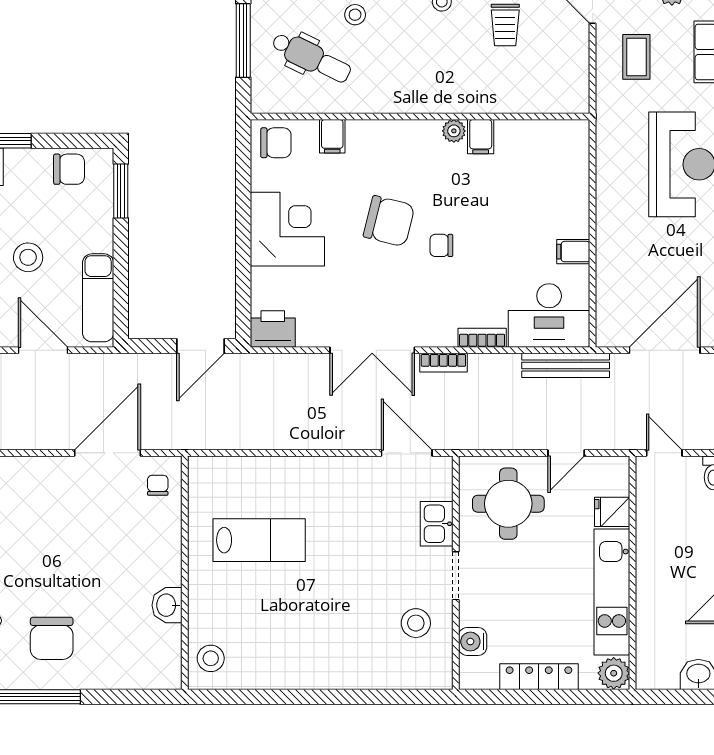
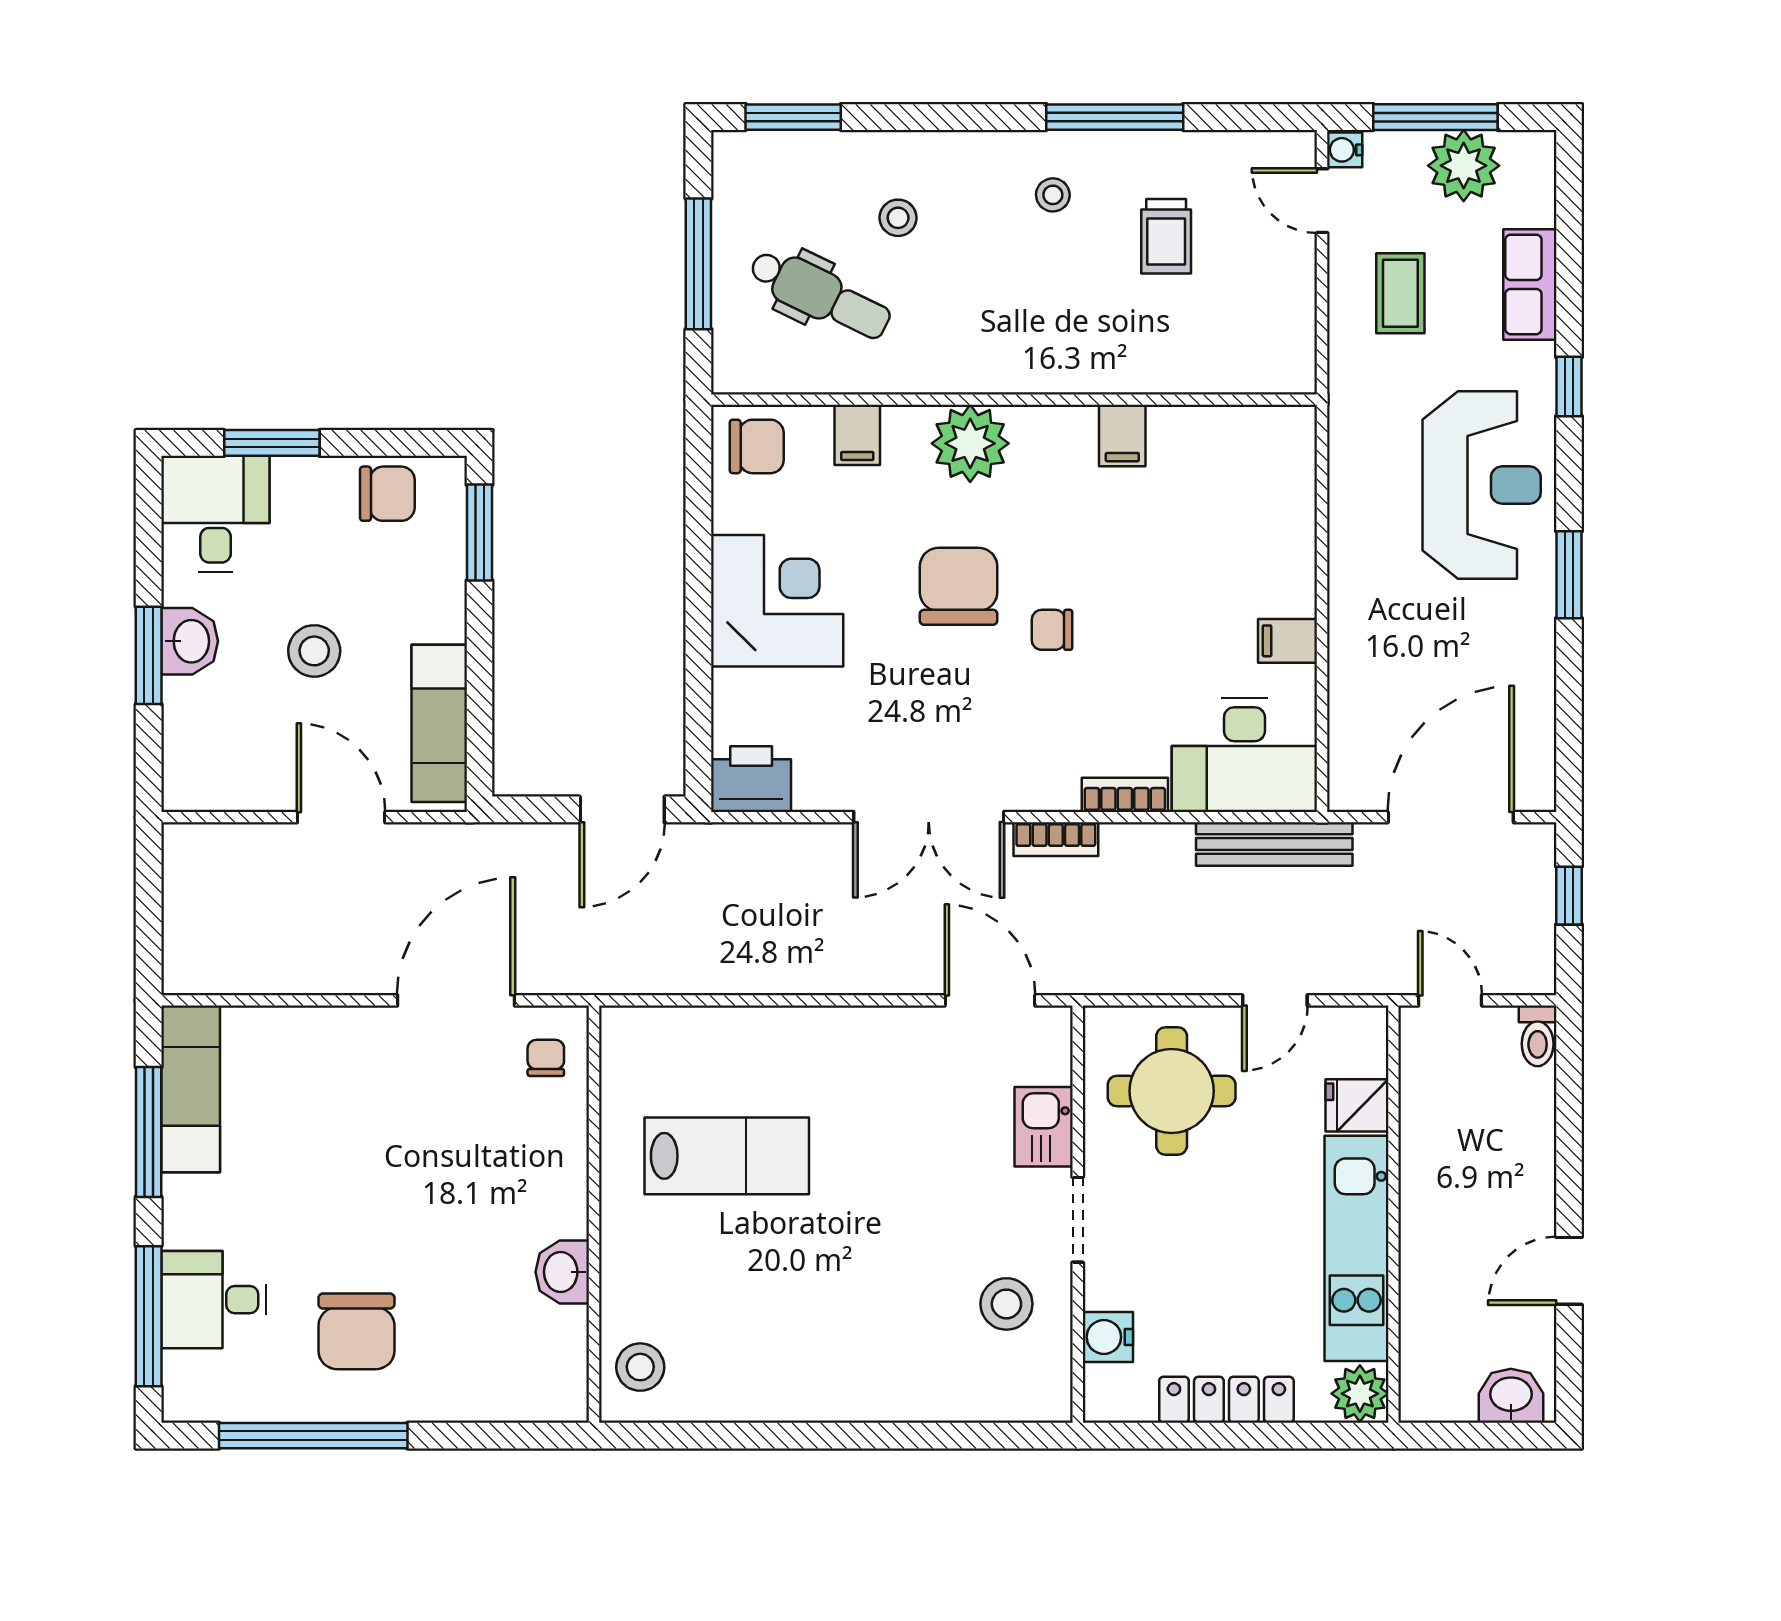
plant: (454, 131) -> (970, 443), moved, width x1.87, depth x1.87
chair: (389, 221) -> (959, 586), turned -104

